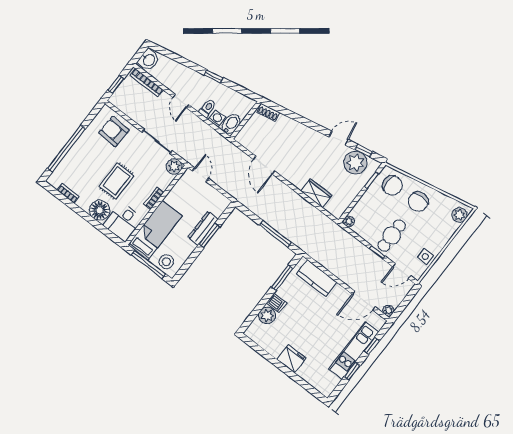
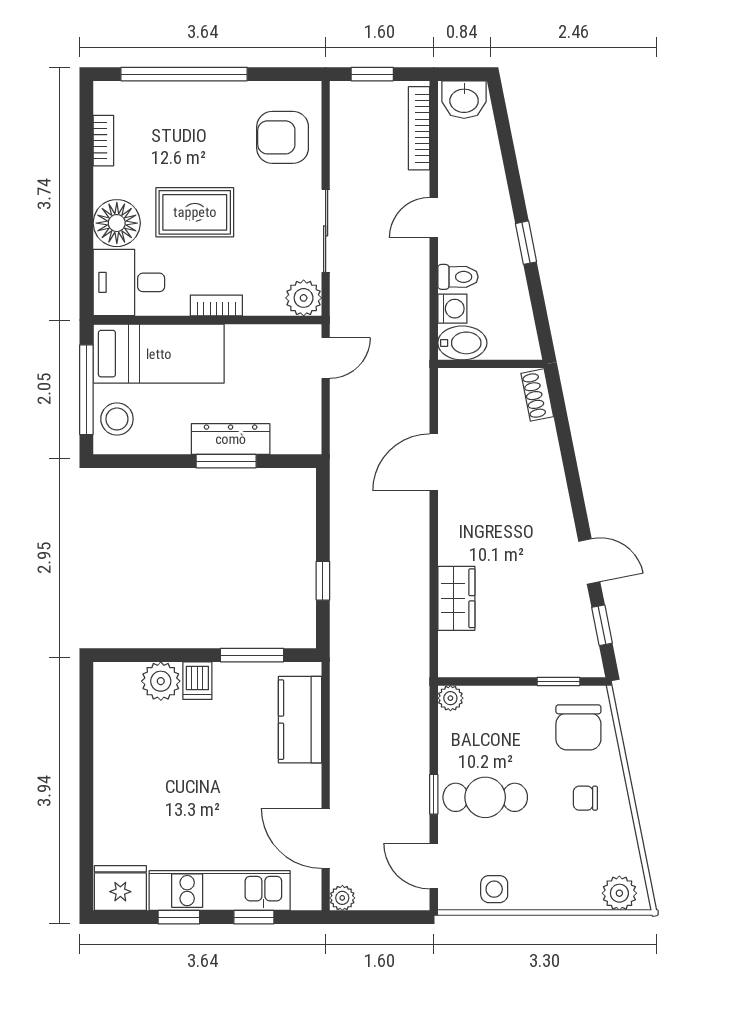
armchair: (114, 132) -> (283, 137), turned -93
plant: (355, 163) -> (568, 627), removed
chair: (418, 202) -> (585, 798), width x0.54, depth x0.54
window: (275, 234) -> (323, 581), width x0.46
fridge: (291, 359) -> (120, 888), moved, turned -90

